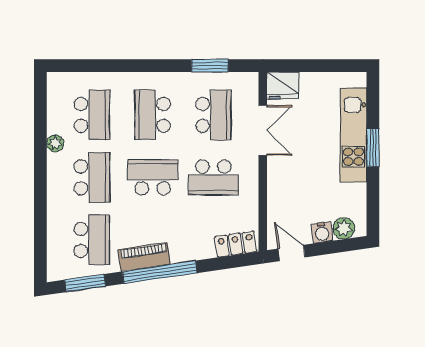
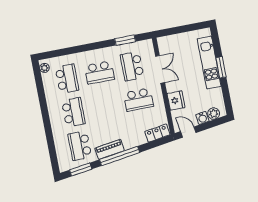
fridge: (283, 86) -> (176, 100), moved, turned -90
school desk: (153, 115) -> (99, 72), turned -90
school desk: (213, 115) -> (132, 66), turned 180
plant: (55, 143) -> (44, 68), moved
school desk: (153, 177) -> (106, 106), removed
school desk: (92, 240) -> (80, 146), turned 180

